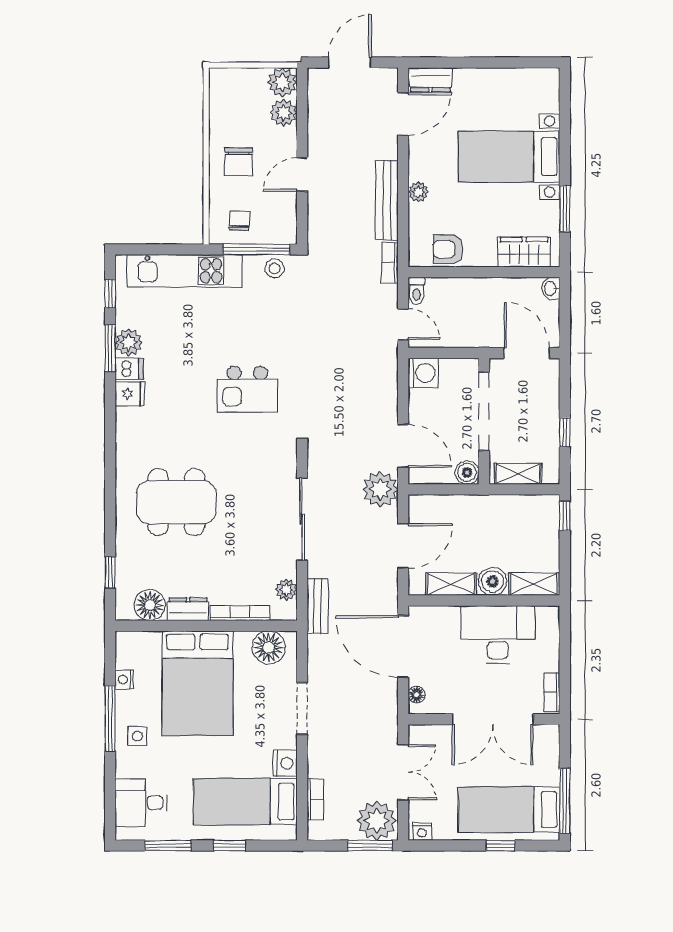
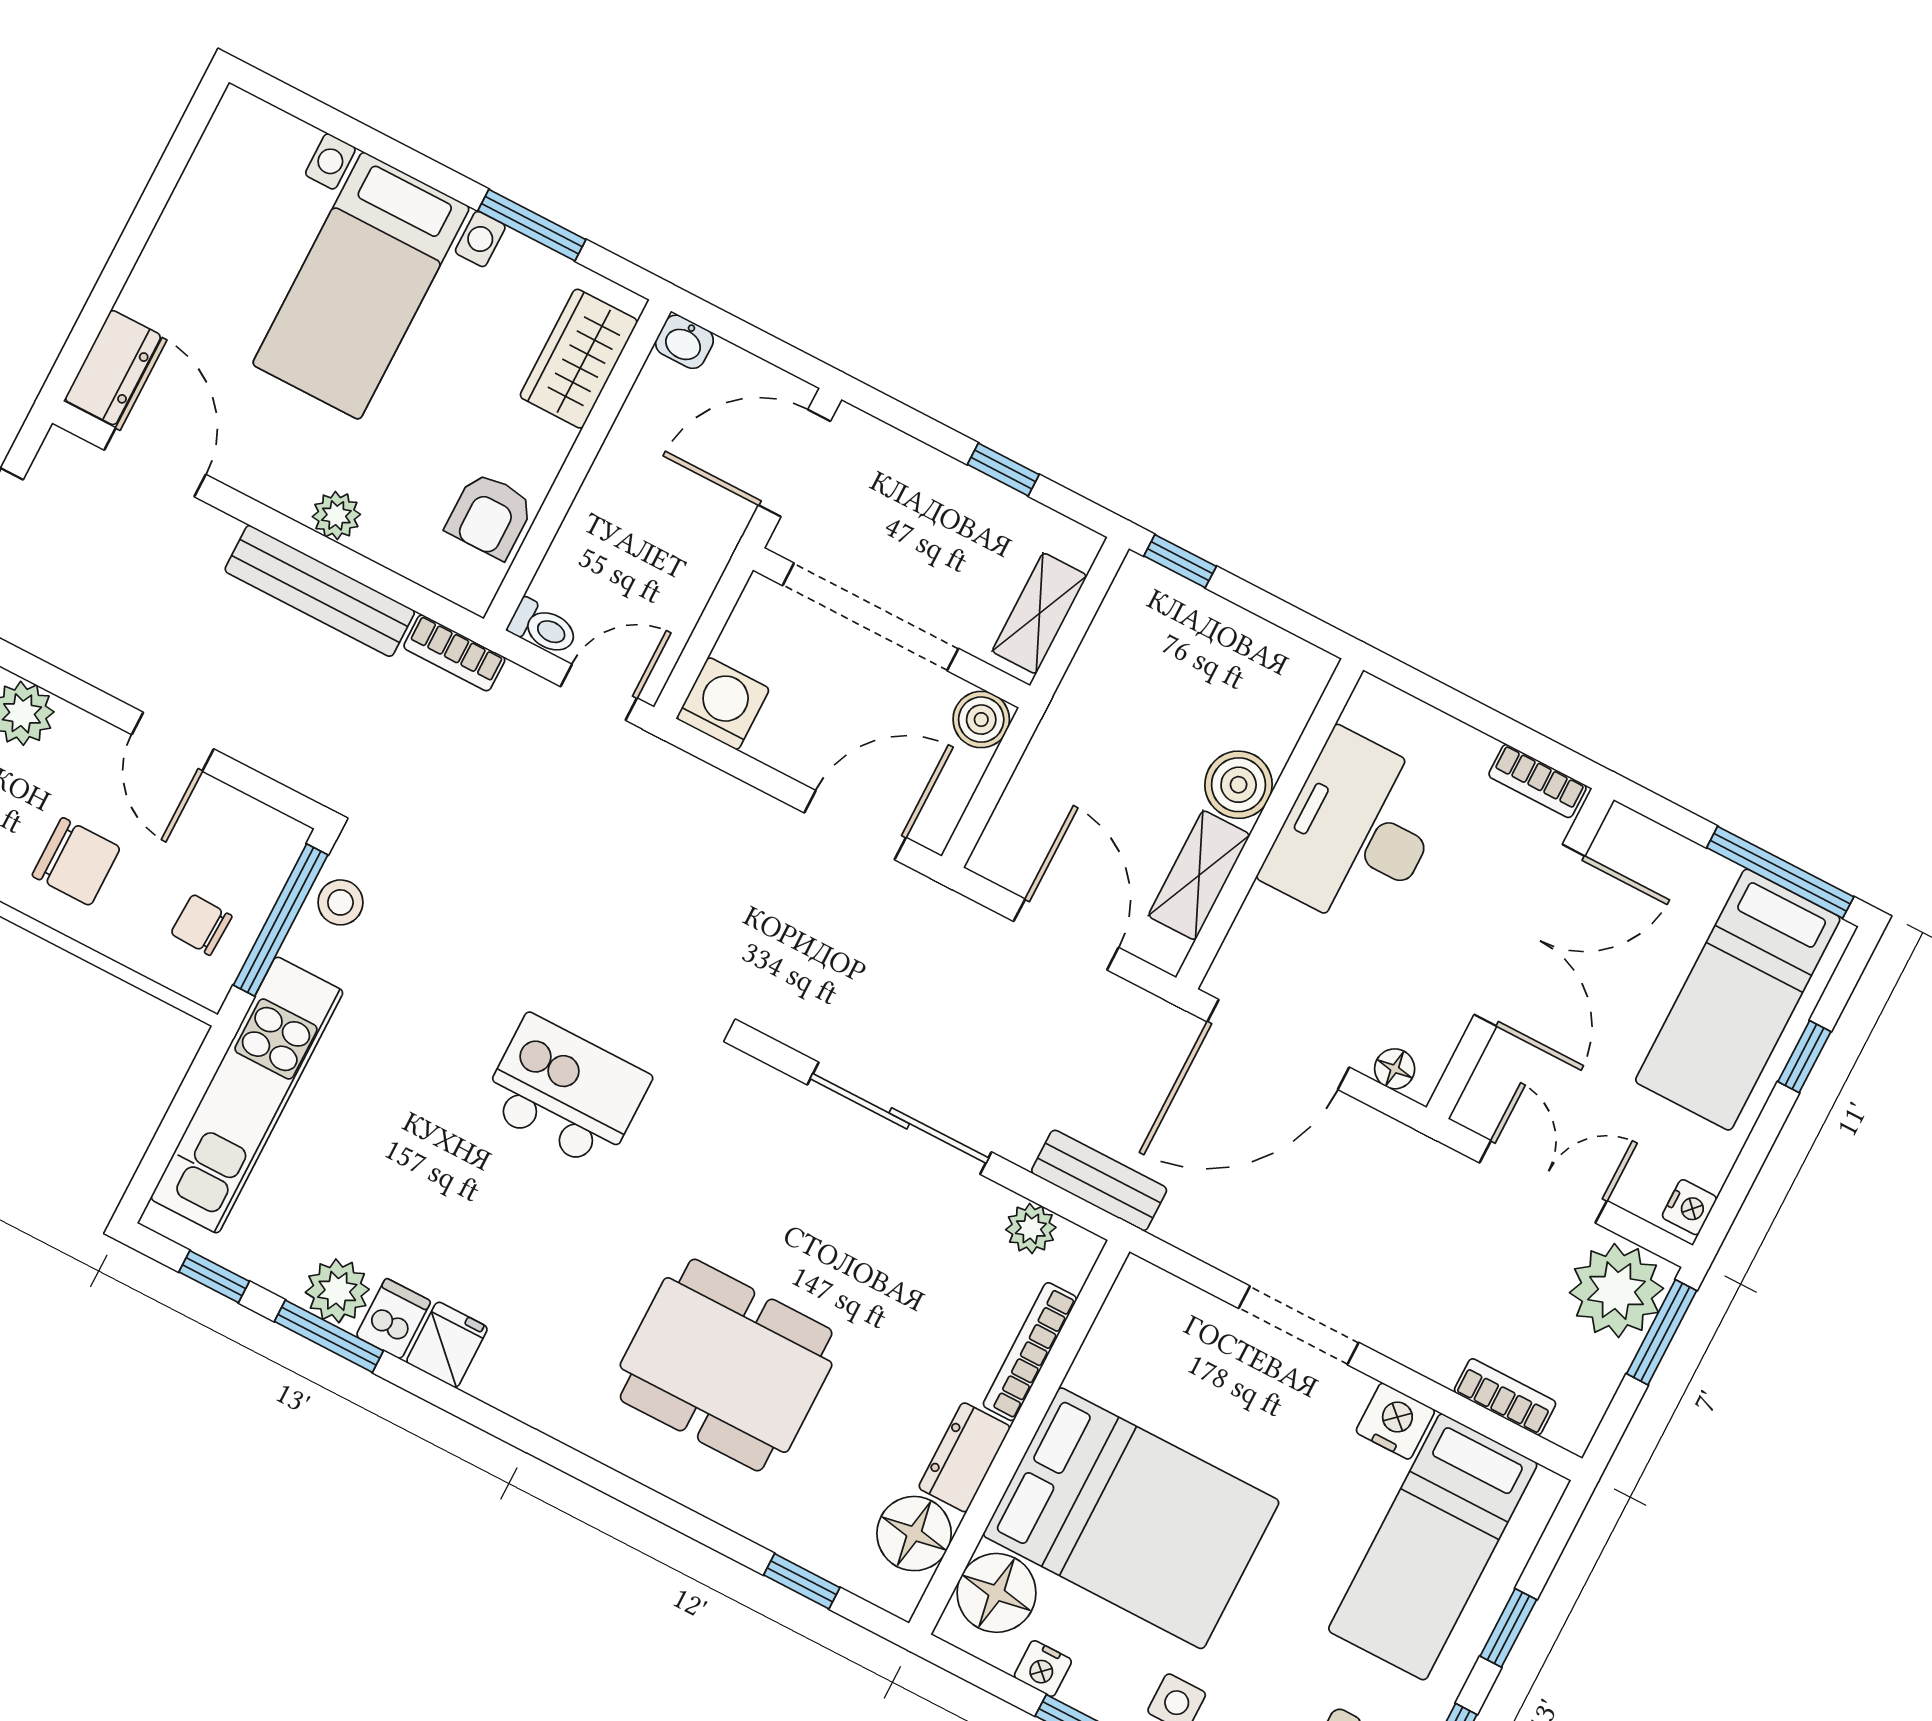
kitchen island: (247, 389) -> (566, 1092), turned -90
plant: (380, 489) -> (922, 921), removed
dining table: (176, 502) -> (726, 1365), turned 90
shelving: (534, 584) -> (1290, 701), removed
floor lamp: (269, 647) -> (997, 1593), moved

